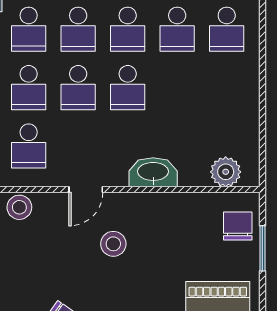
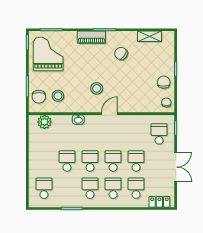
school desk: (177, 29) -> (67, 161), moved
school desk: (29, 146) -> (136, 134), removed
washbasin: (153, 172) -> (78, 120), width x0.52, depth x0.69
stool: (19, 207) -> (58, 96), moved

